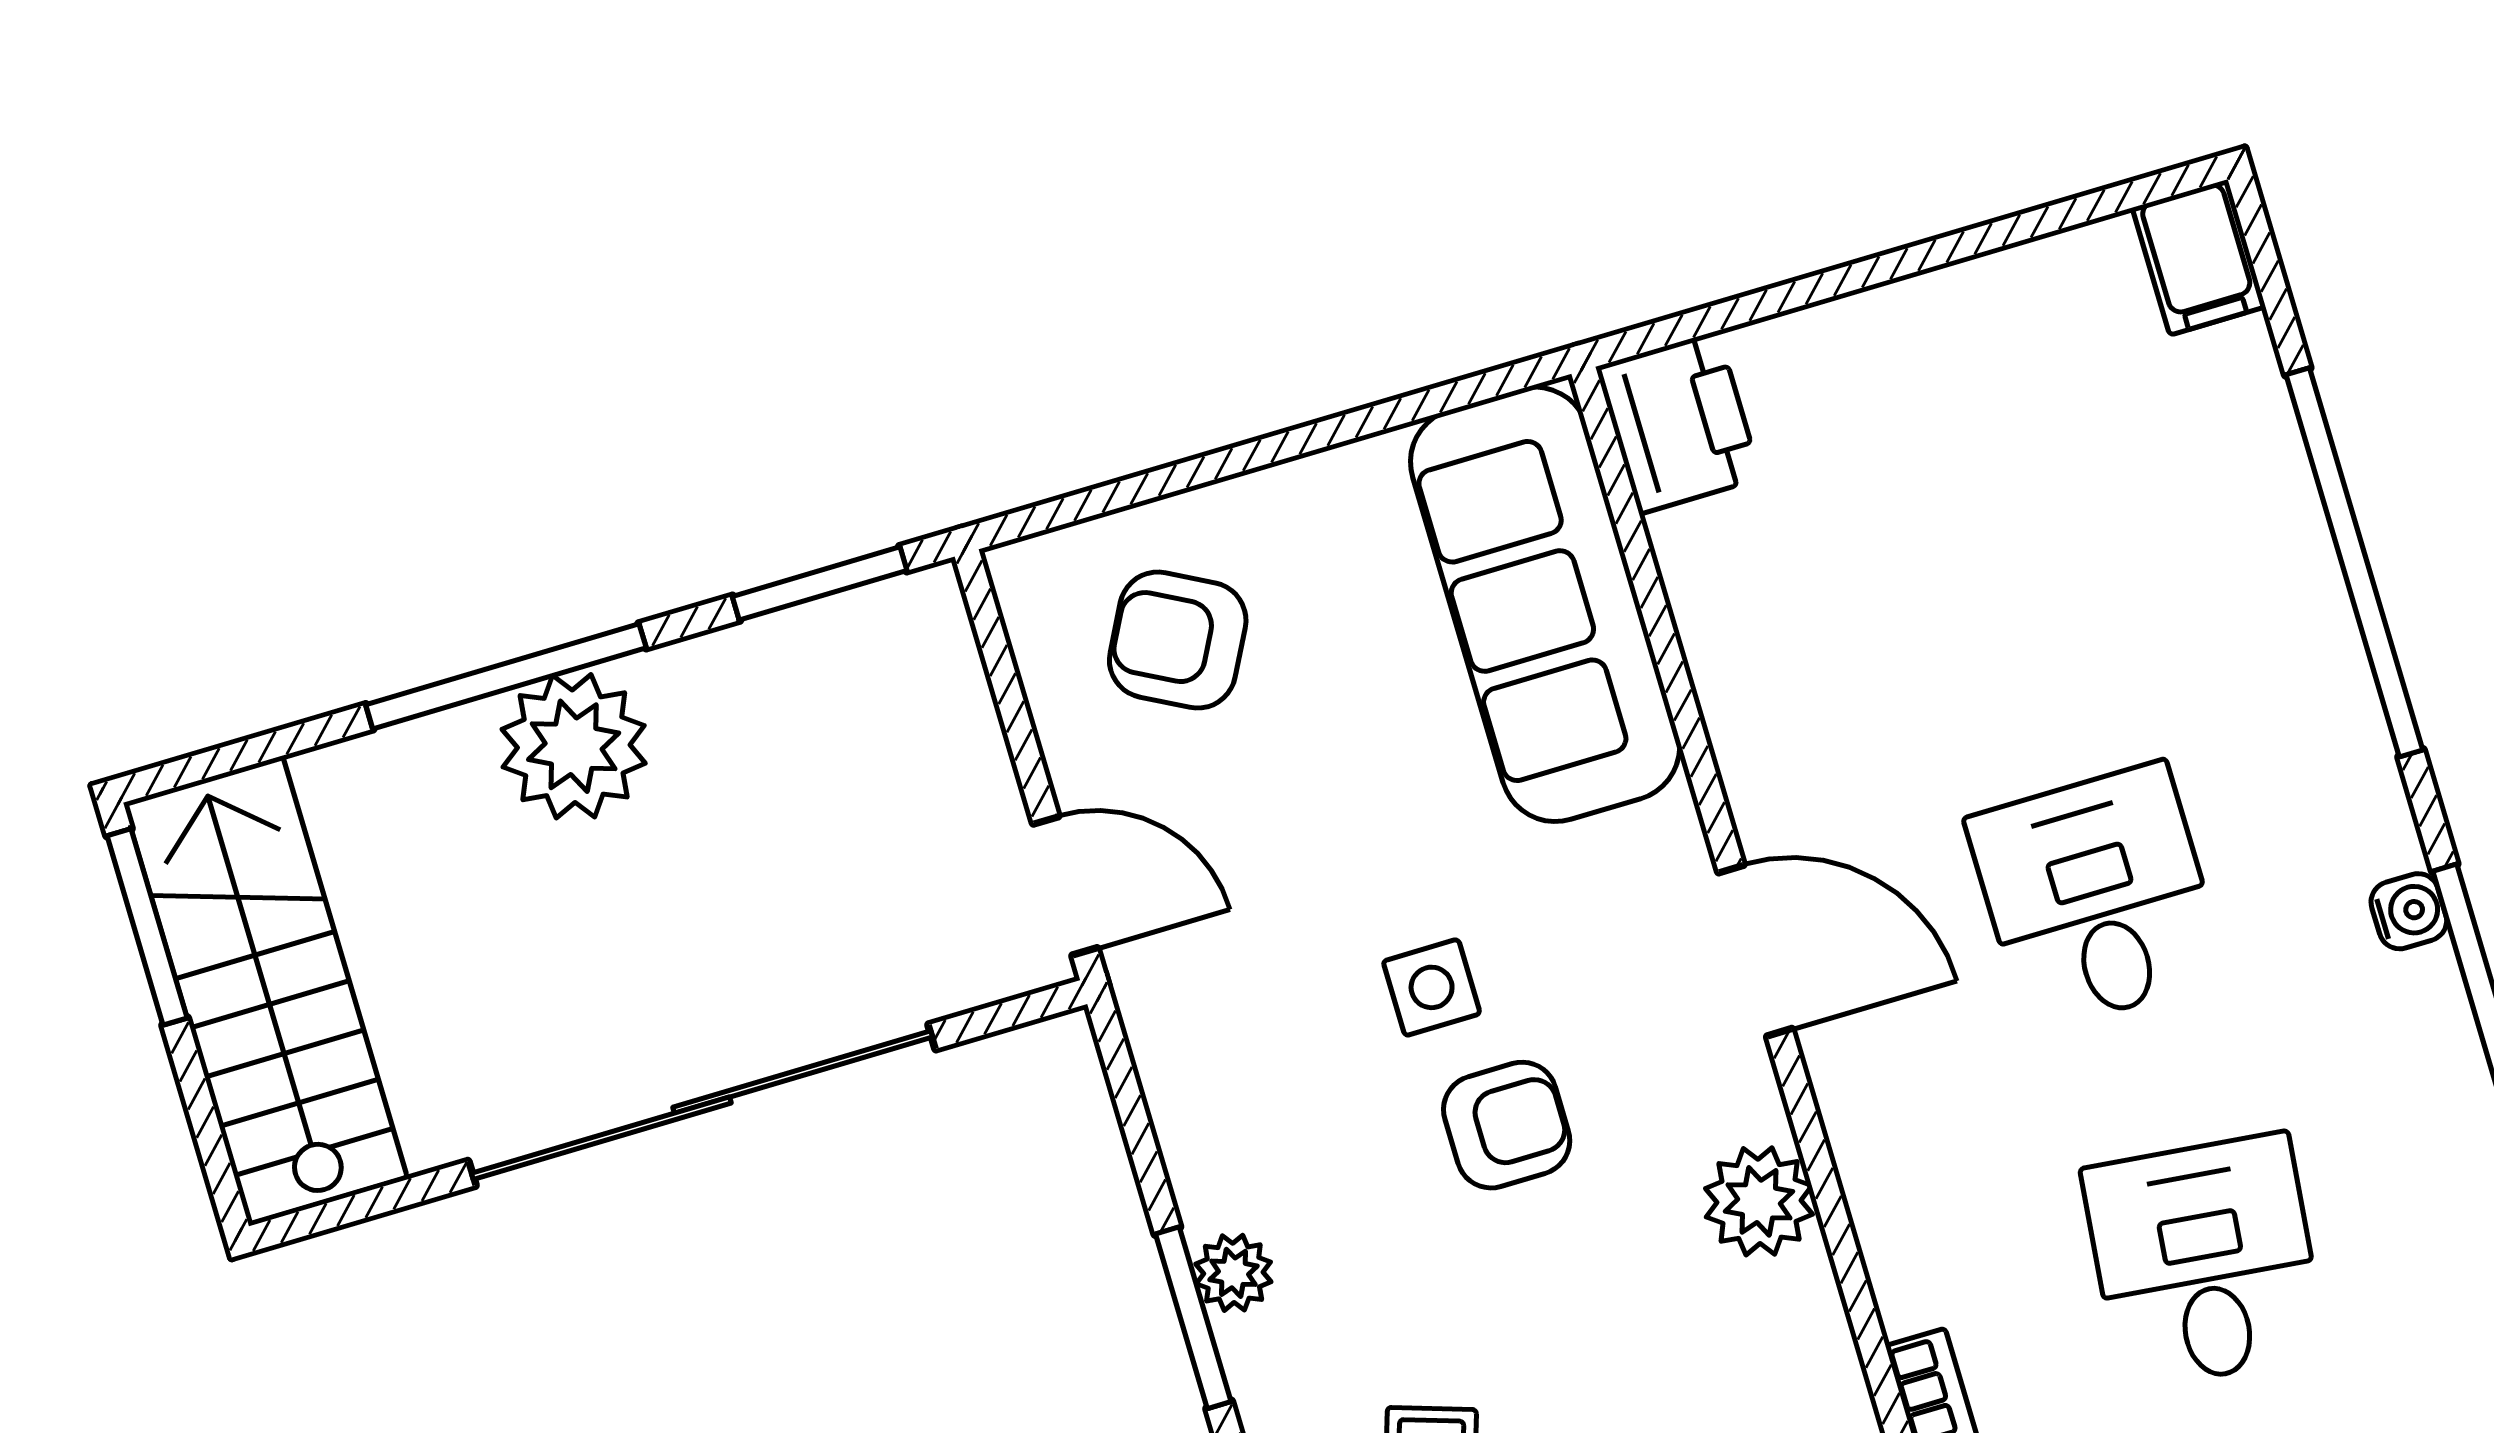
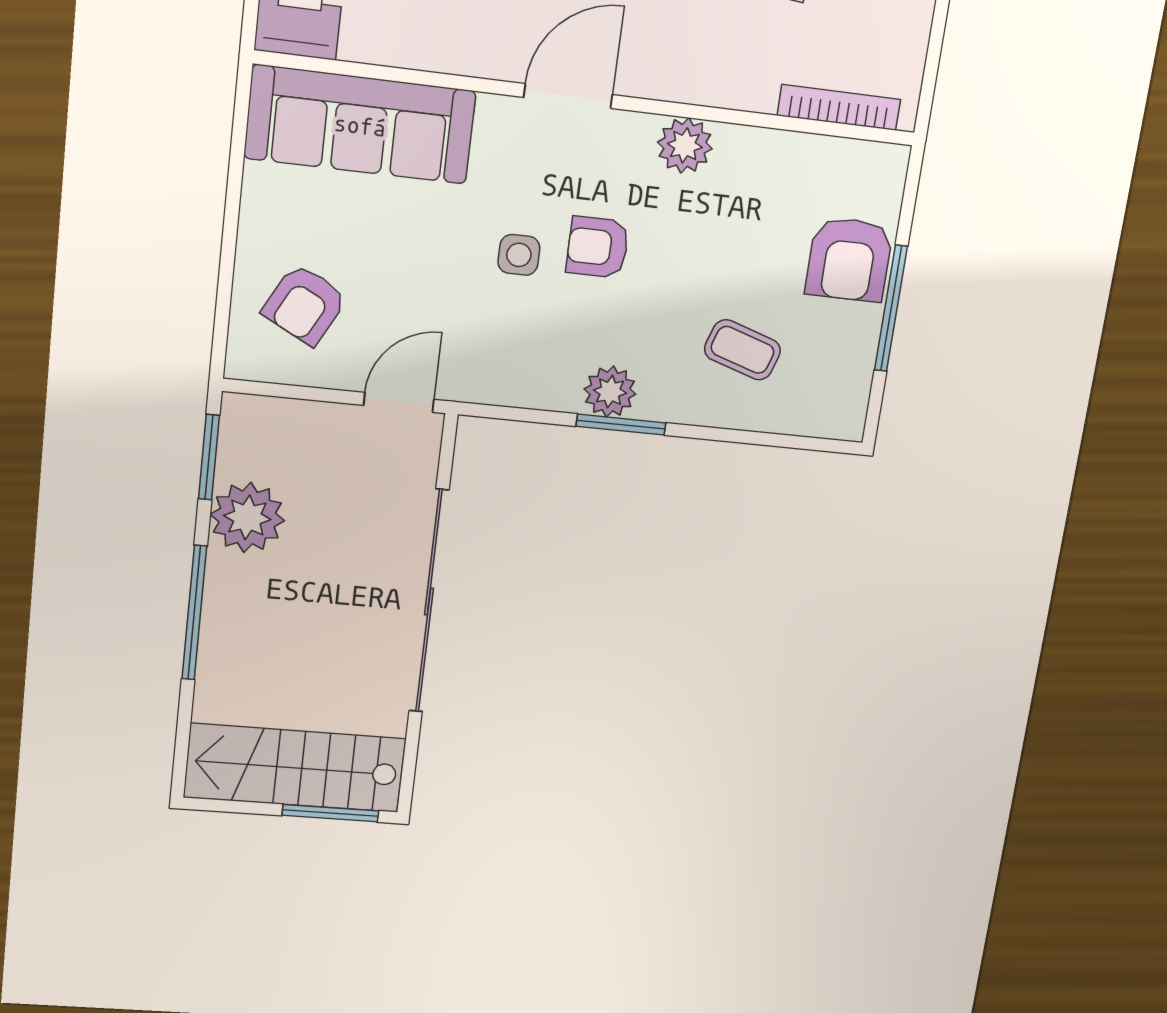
plant: (574, 746) -> (247, 518), moved
window: (147, 927) -> (330, 813), moved
armchair: (1507, 1125) -> (598, 247), turned -90
plant: (1233, 1273) -> (610, 392), width x1.38, depth x1.38

